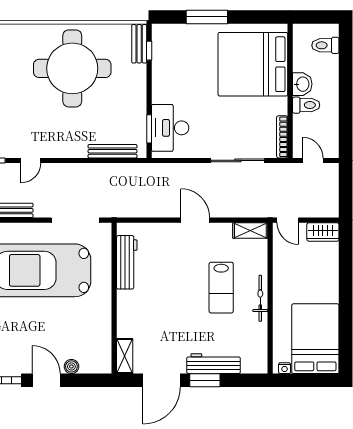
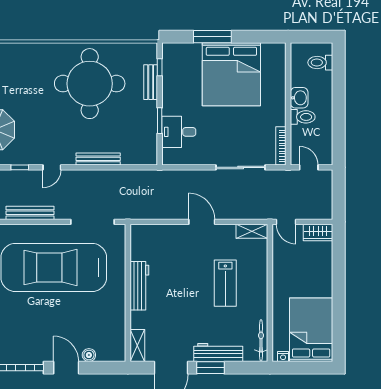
bench: (139, 44) -> (151, 82), moved
bed: (253, 64) -> (231, 74), moved, turned -90
desk: (170, 128) -> (179, 132), width x0.73
window: (149, 129) -> (160, 121), moved
bench: (113, 151) -> (98, 159), moved
workbench: (127, 262) -> (139, 286), moved
bicycle: (260, 298) -> (261, 340), moved

